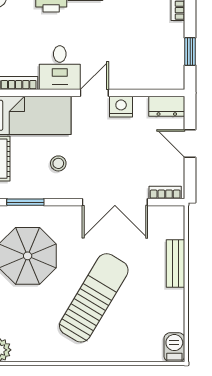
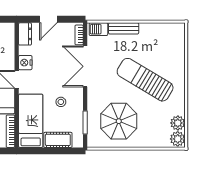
double door: (115, 202) -> (85, 66), swing flipped
barbecue: (174, 347) -> (98, 29), moved
plant: (25, 350) -> (178, 123), added

